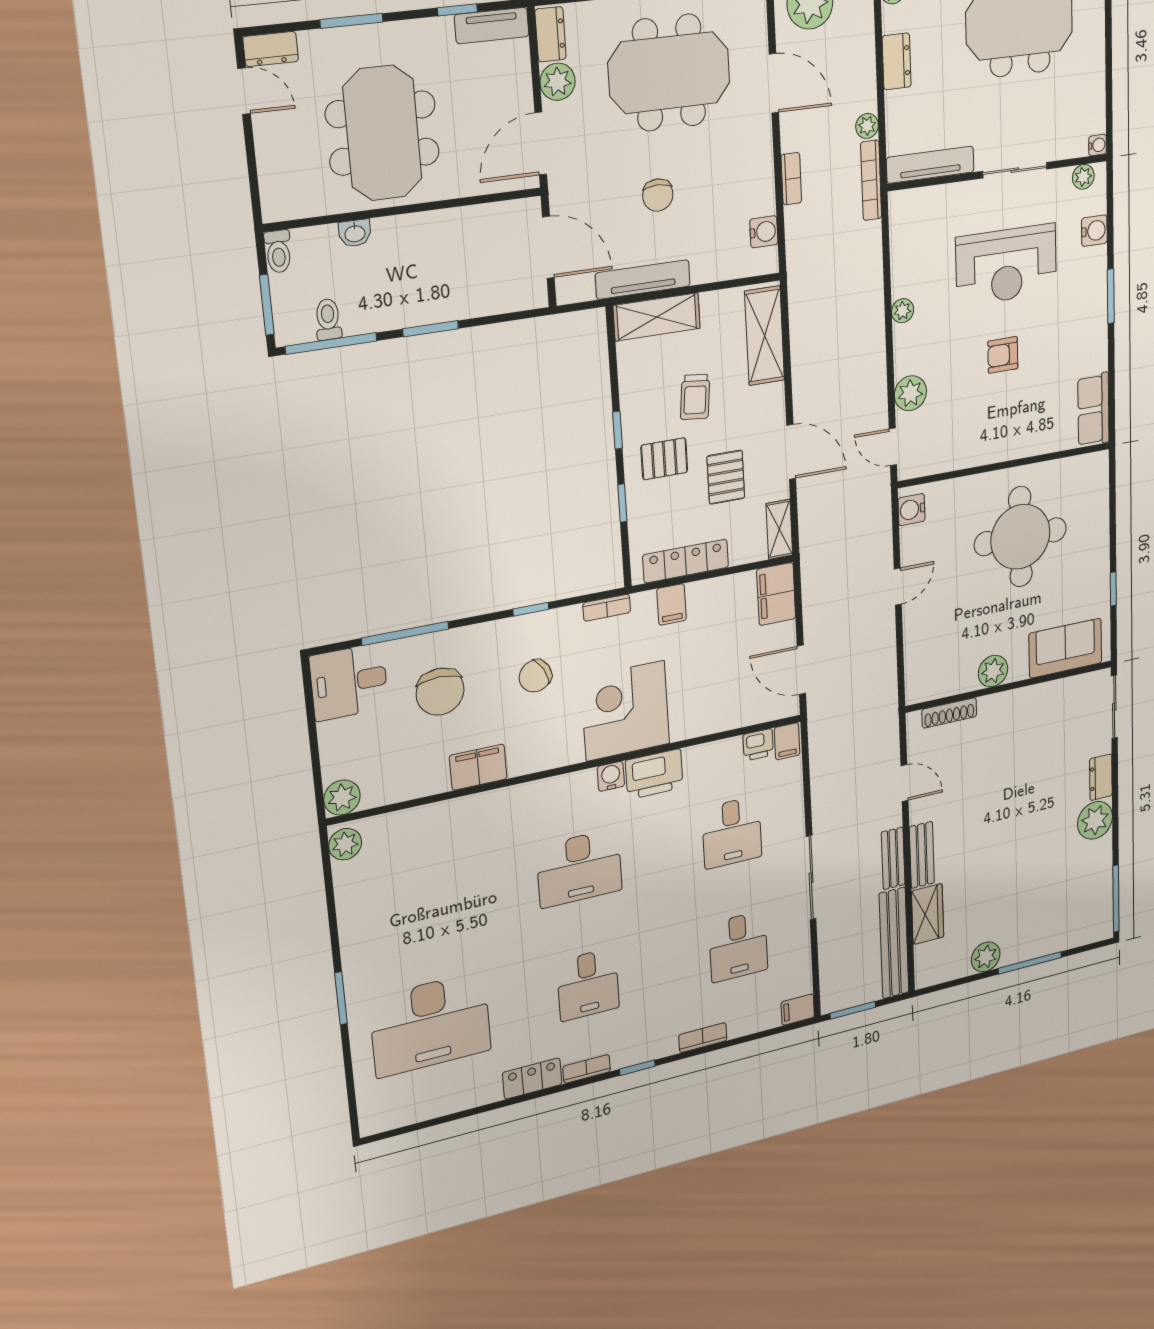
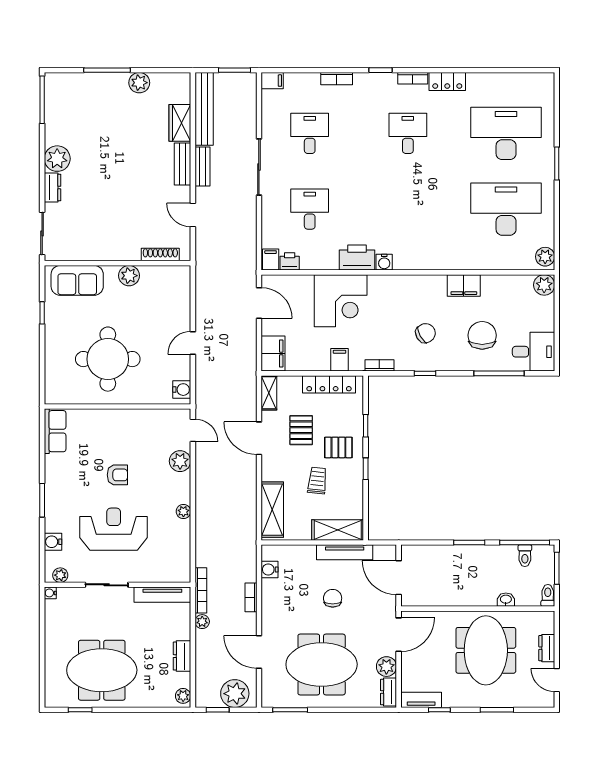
dresser: (271, 49) -> (547, 648), moved, turned -90
corner desk: (625, 711) -> (341, 301), moved
desk: (579, 868) -> (506, 209), moved, width x1.36, depth x1.30

